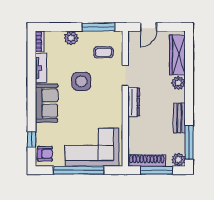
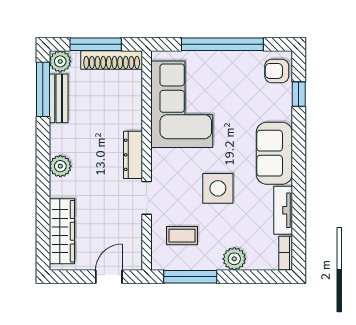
plant: (178, 83) -> (60, 166), moved
bench: (179, 118) -> (59, 98), moved
corner sofa: (92, 147) -> (182, 104), moved, turned -90

